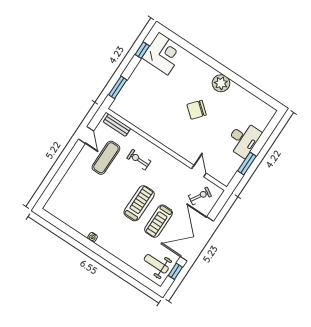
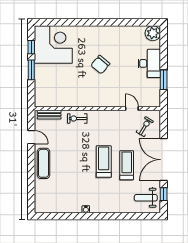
corner desk: (163, 54) -> (53, 44), width x1.36, depth x1.36
plant: (221, 83) -> (153, 33), moved
window: (118, 87) -> (31, 70), moved
exercise mat: (106, 158) -> (43, 163), moved
exercise bike: (139, 160) -> (77, 118), moved
treadmill: (159, 221) -> (127, 165), turned 180

